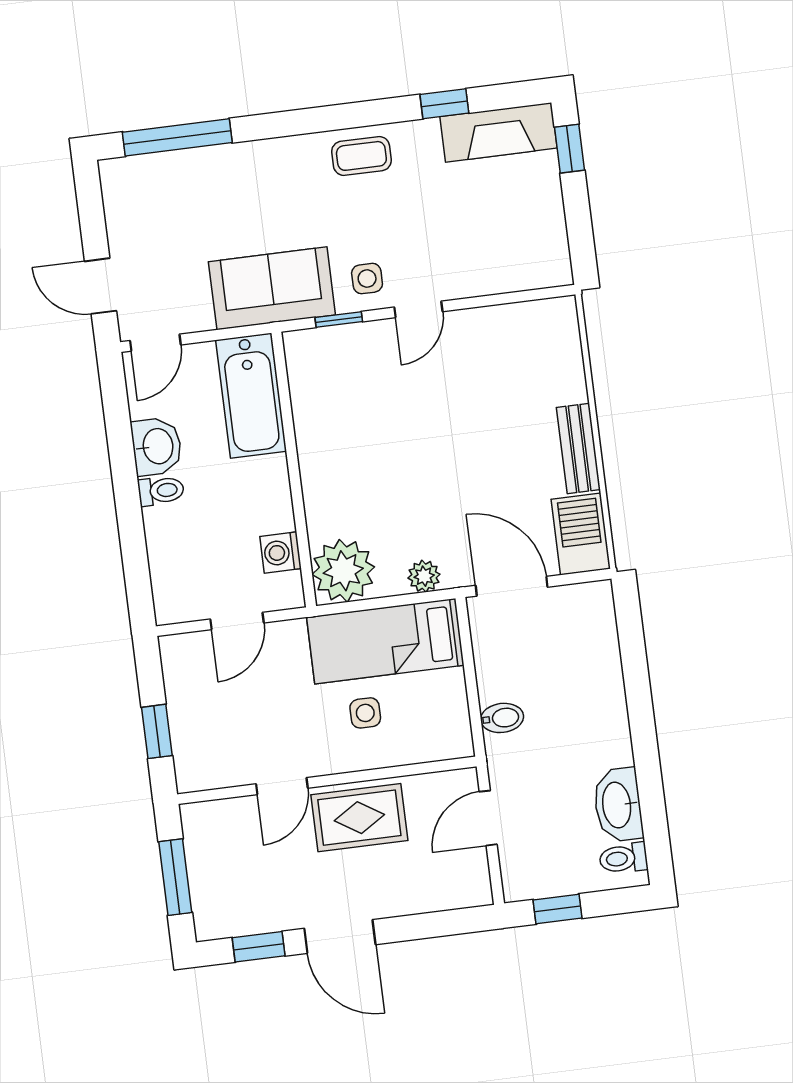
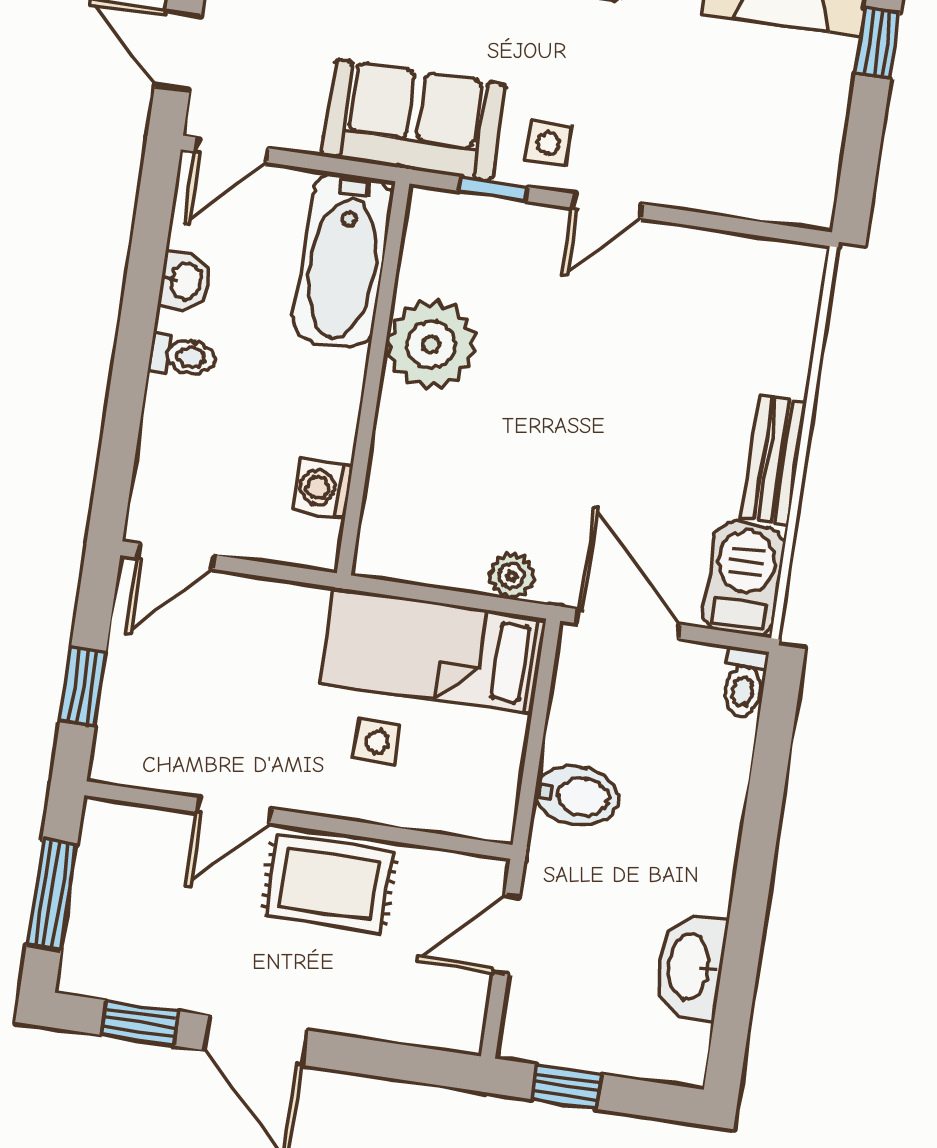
washbasin: (157, 446) -> (185, 281), width x0.72, depth x0.69
plant: (343, 571) -> (431, 345), moved
door: (237, 621) -> (176, 556), moved
bidet: (502, 718) -> (576, 796), width x1.38, depth x1.36
toilet: (623, 858) -> (744, 682), moved, turned -90

